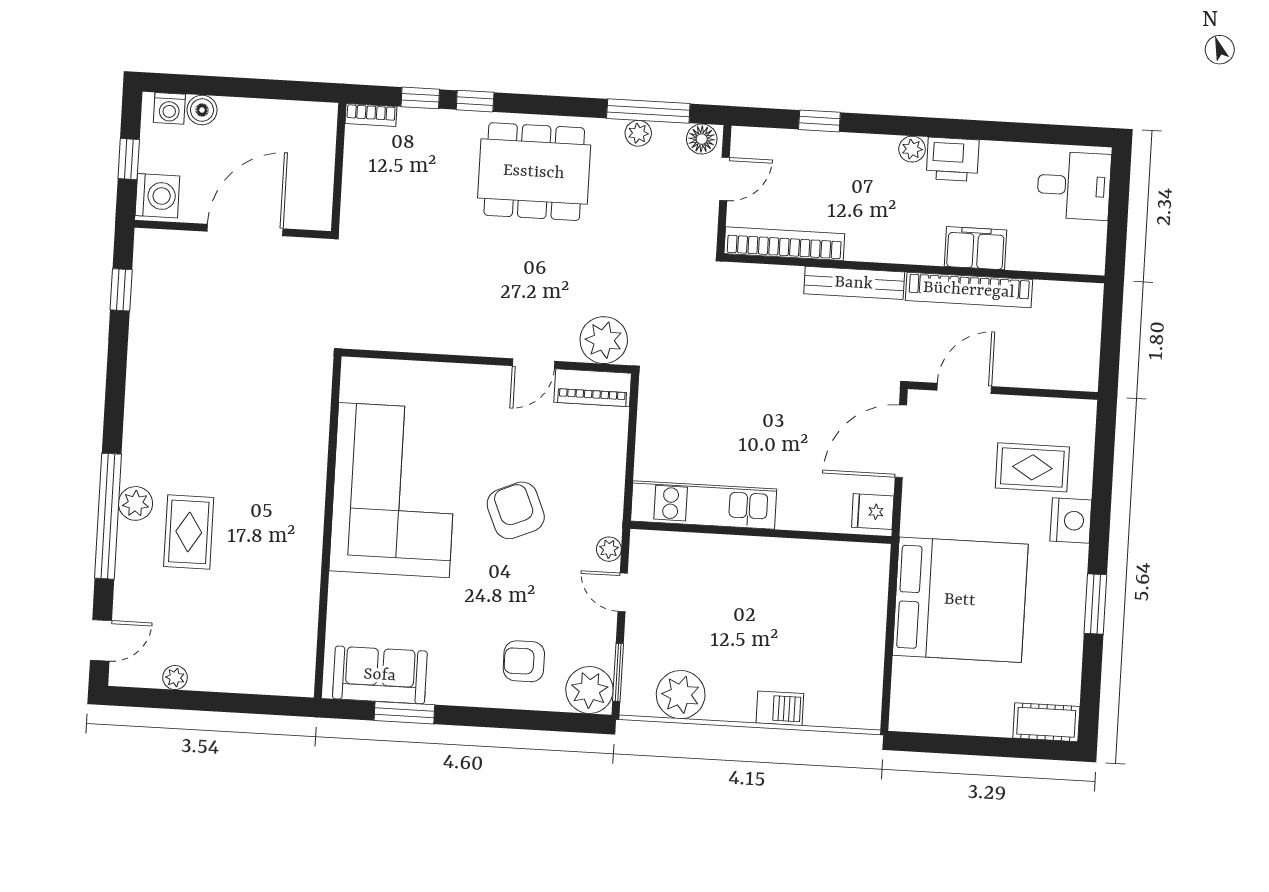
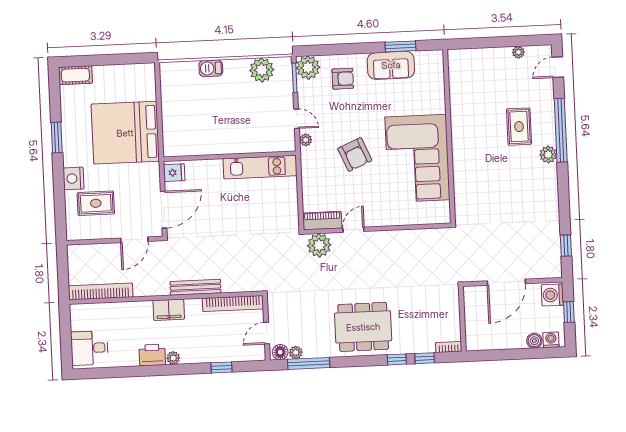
plant: (638, 133) -> (296, 352), moved
filing cabinet: (975, 248) -> (169, 310), moved
bookcase: (969, 290) -> (101, 291), moved
plant: (136, 503) -> (548, 155), moved
sofa: (380, 675) -> (391, 65), moved

